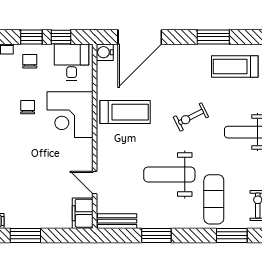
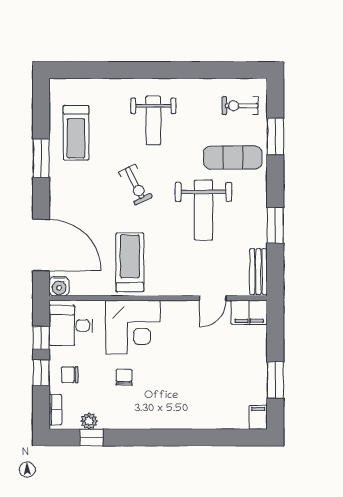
chair: (28, 107) -> (124, 377), turned 90

